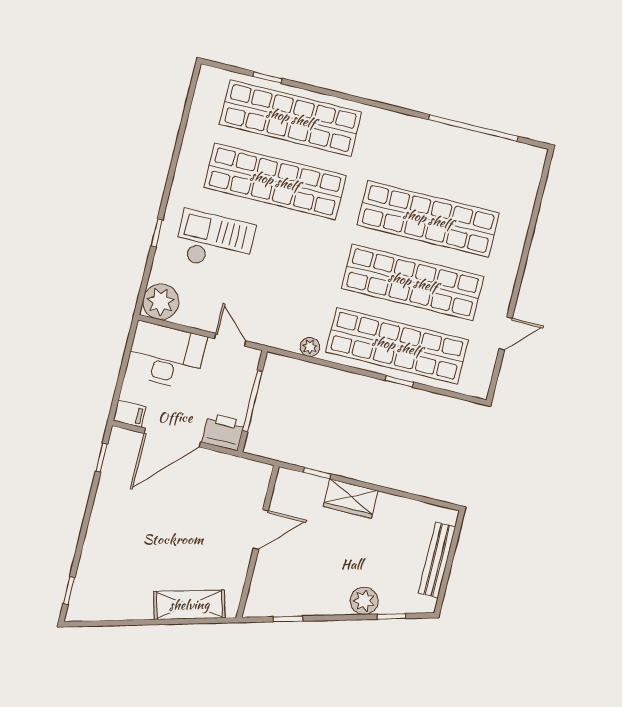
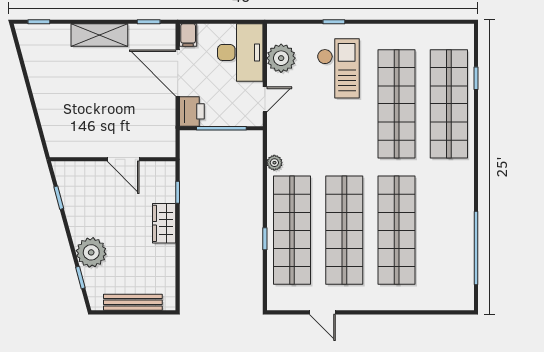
plant: (161, 302) -> (281, 58), moved
plant: (364, 601) -> (91, 252), width x1.36, depth x1.36
shelving: (189, 605) -> (99, 35), moved, turned -75

